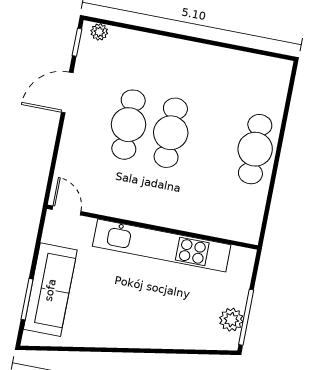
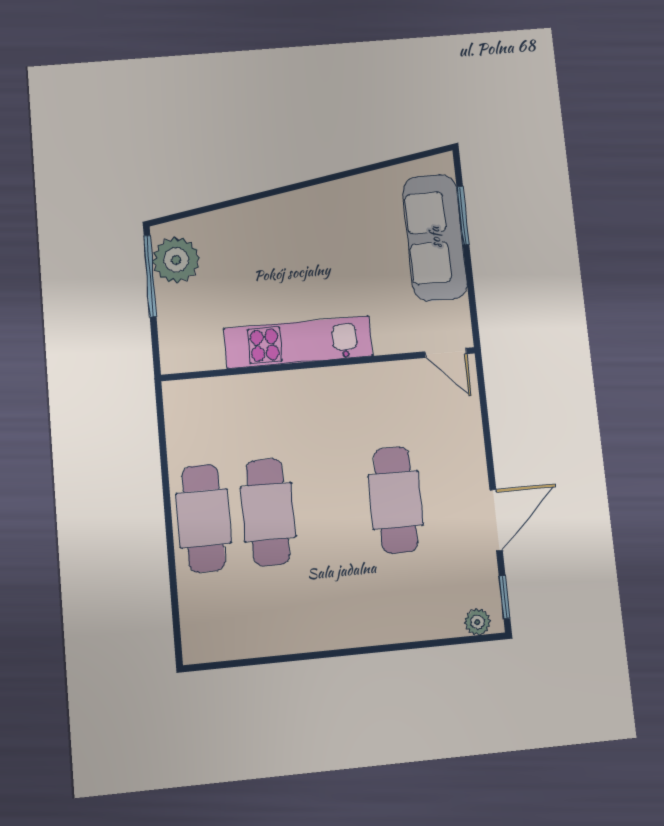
cafe table: (171, 133) -> (268, 512), moved
kitchen unit: (162, 245) -> (298, 342), width x0.73
plant: (231, 320) -> (176, 260), width x1.36, depth x1.36

